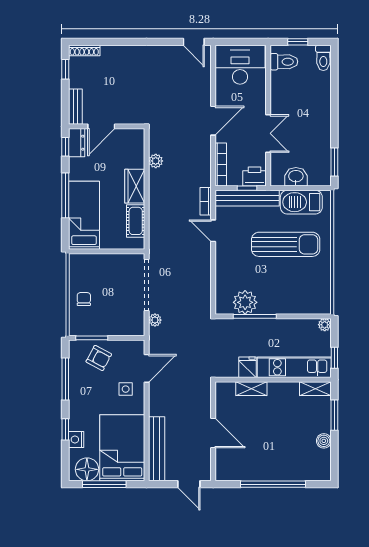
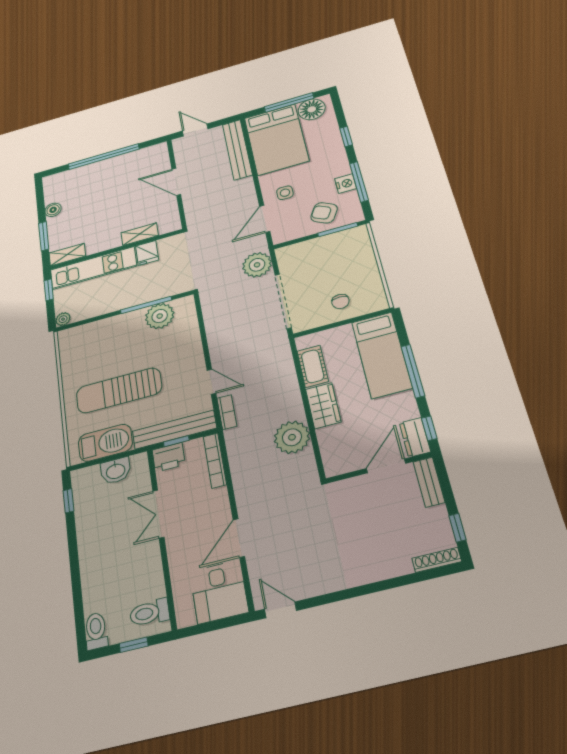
desk: (240, 65) -> (219, 592), width x0.73
door: (213, 121) -> (239, 538), moved
plant: (156, 161) -> (292, 437), width x1.87, depth x1.87
window: (334, 162) -> (68, 501), width x0.67
chair: (84, 299) -> (340, 302), moved
plant: (155, 320) -> (257, 265), width x1.88, depth x1.88
nightstand: (76, 439) -> (346, 184), moved

